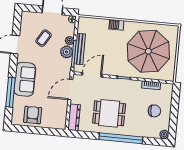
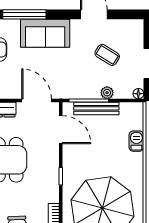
barbecue: (116, 25) -> (136, 141), moved
plant: (67, 52) -> (90, 90), removed

